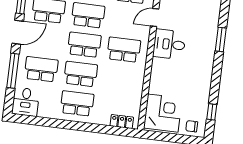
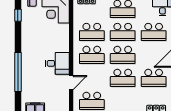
window: (221, 39) -> (18, 72), width x2.11
school desk: (120, 79) -> (92, 32), added

